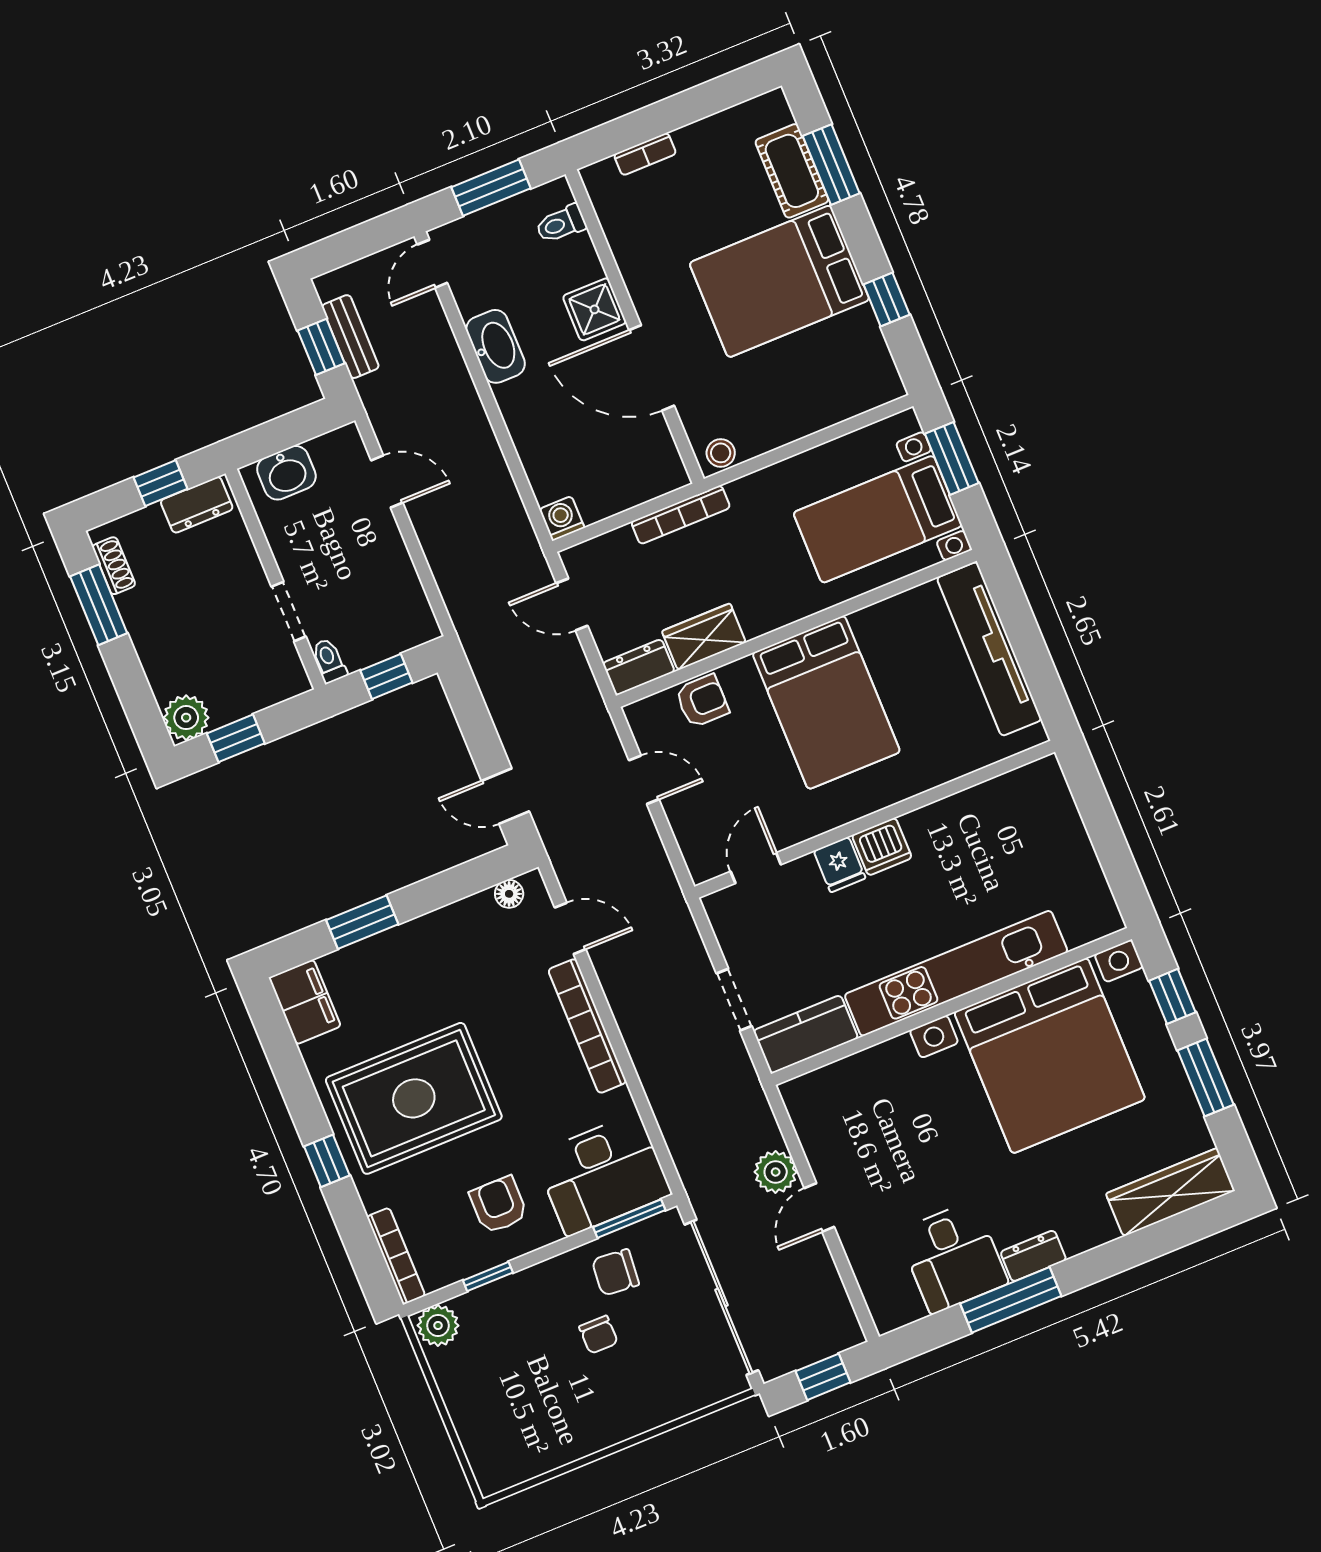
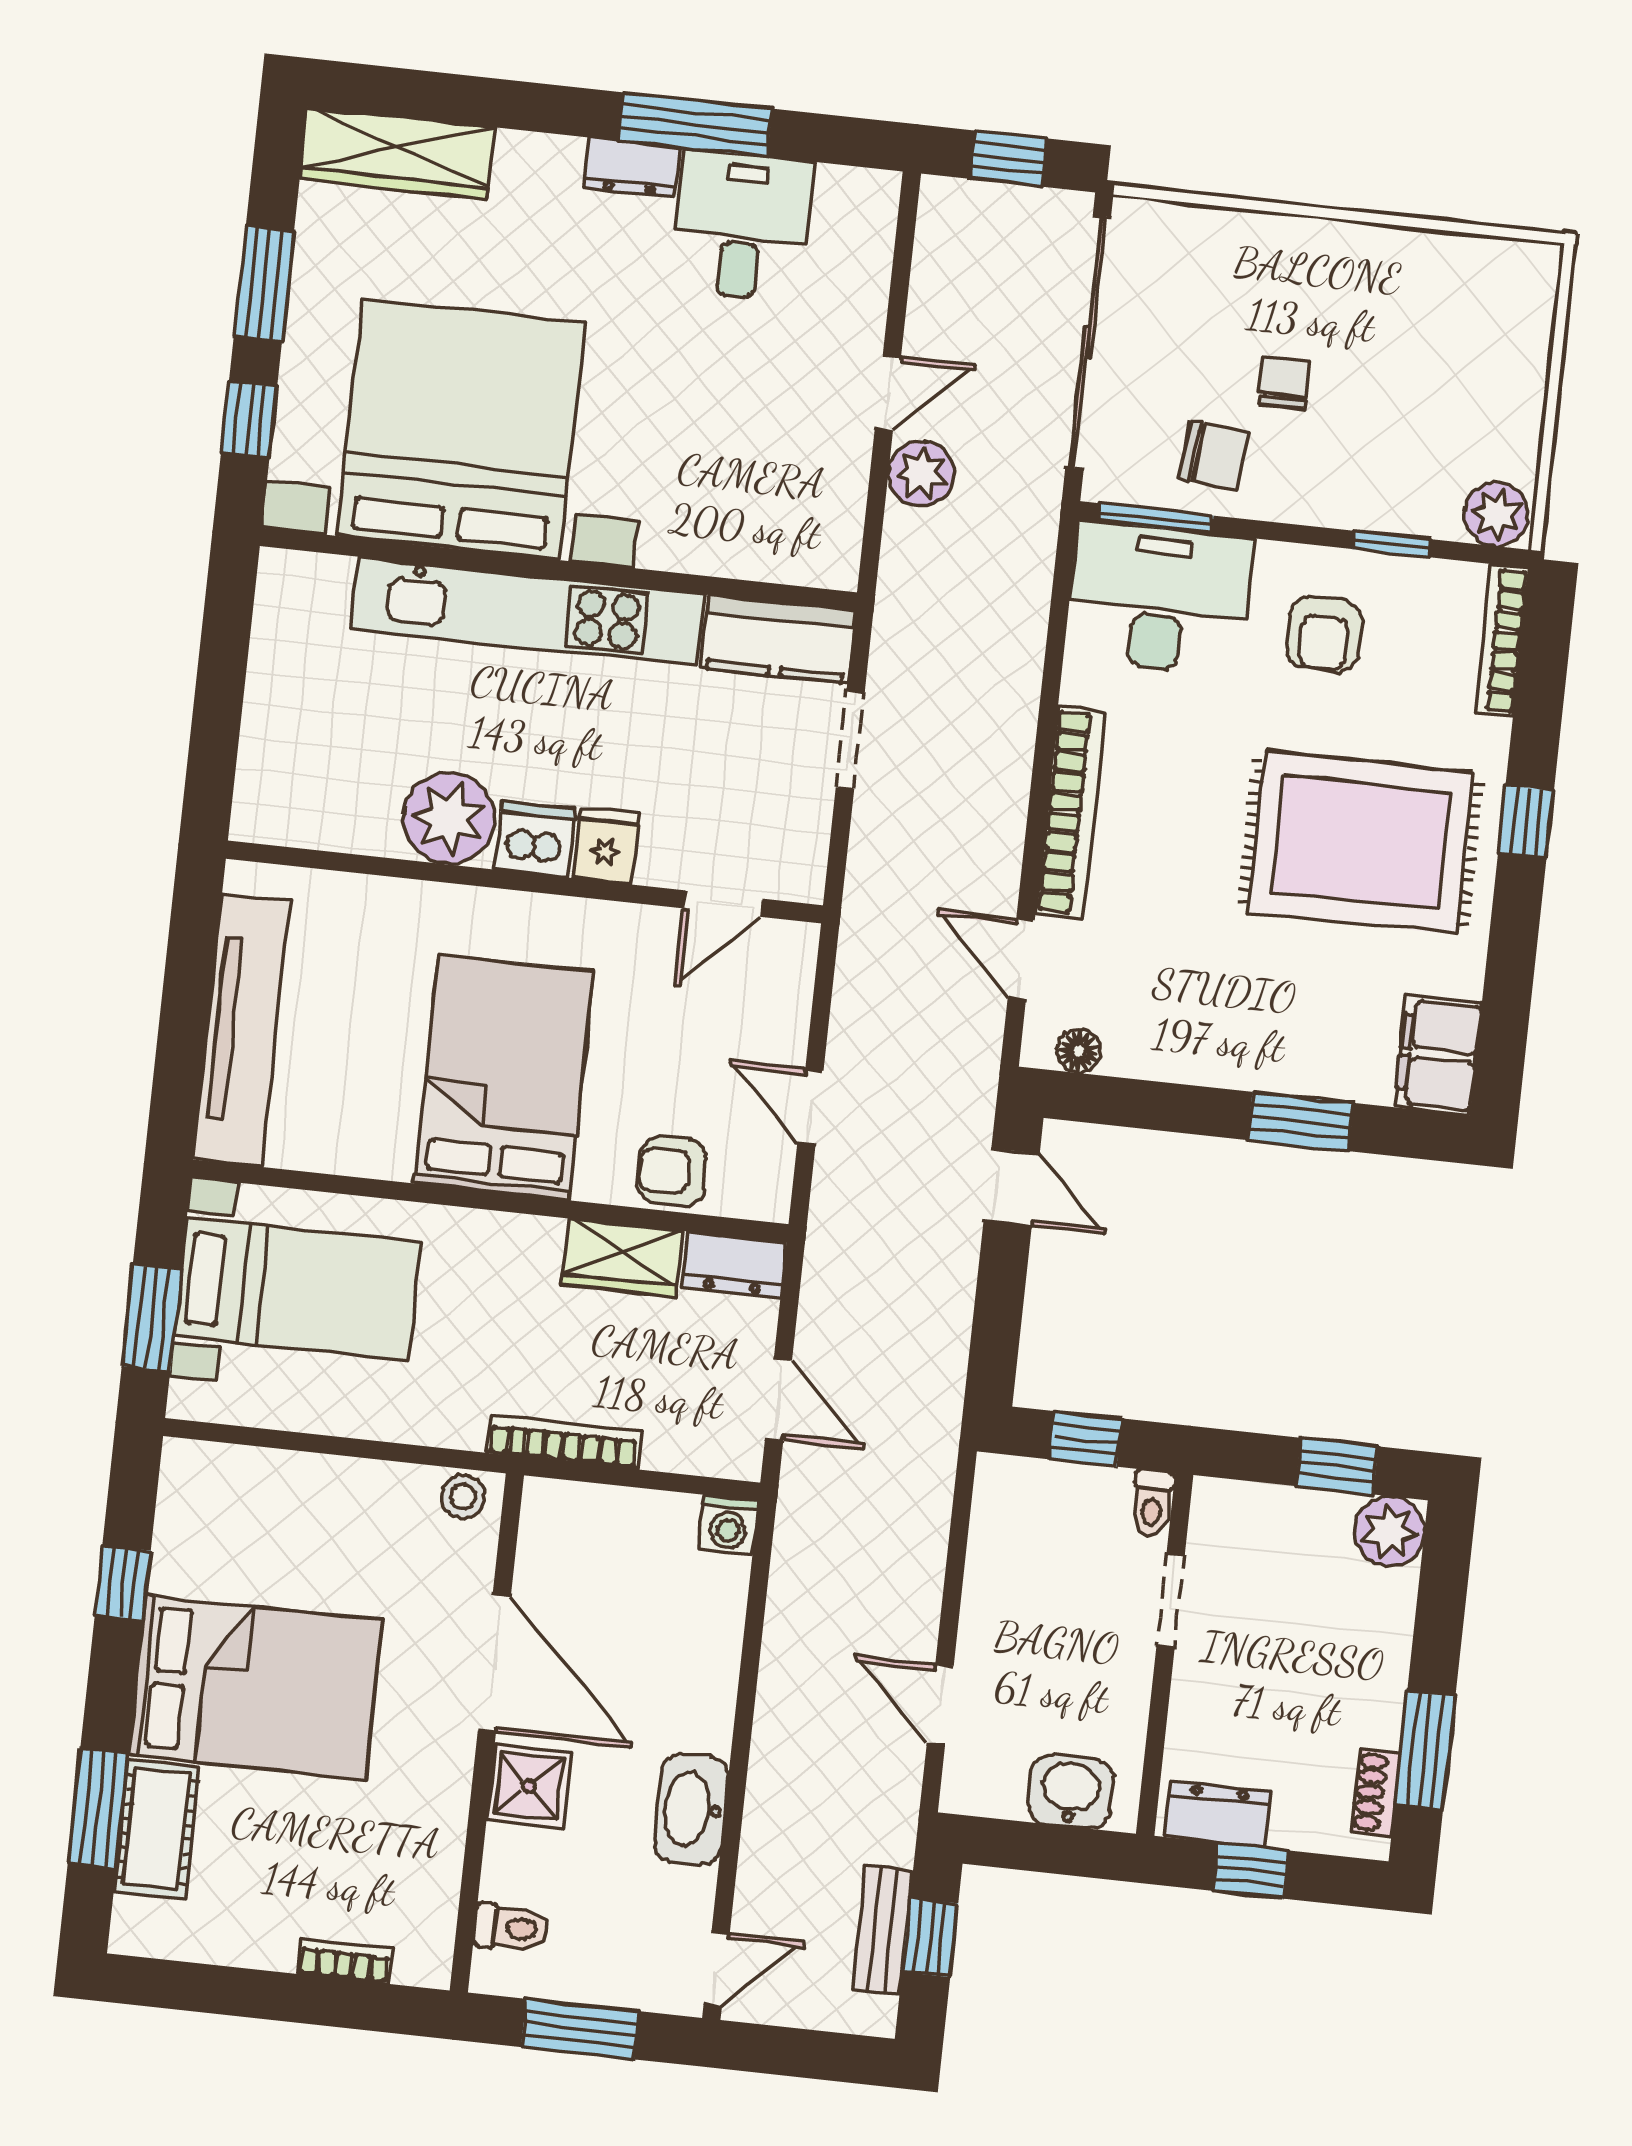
plant: (937, 832) -> (449, 818), added

